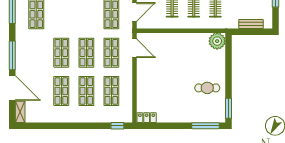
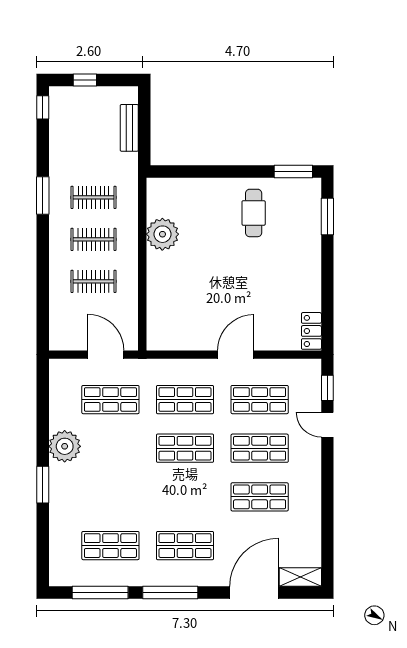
plant: (217, 41) -> (162, 234), moved
door: (134, 48) -> (236, 355), moved
shop shelf: (61, 53) -> (185, 546), moved
window: (12, 55) -> (170, 593), moved
door: (98, 126) -> (327, 425), added
window: (205, 126) -> (327, 216), width x0.69

